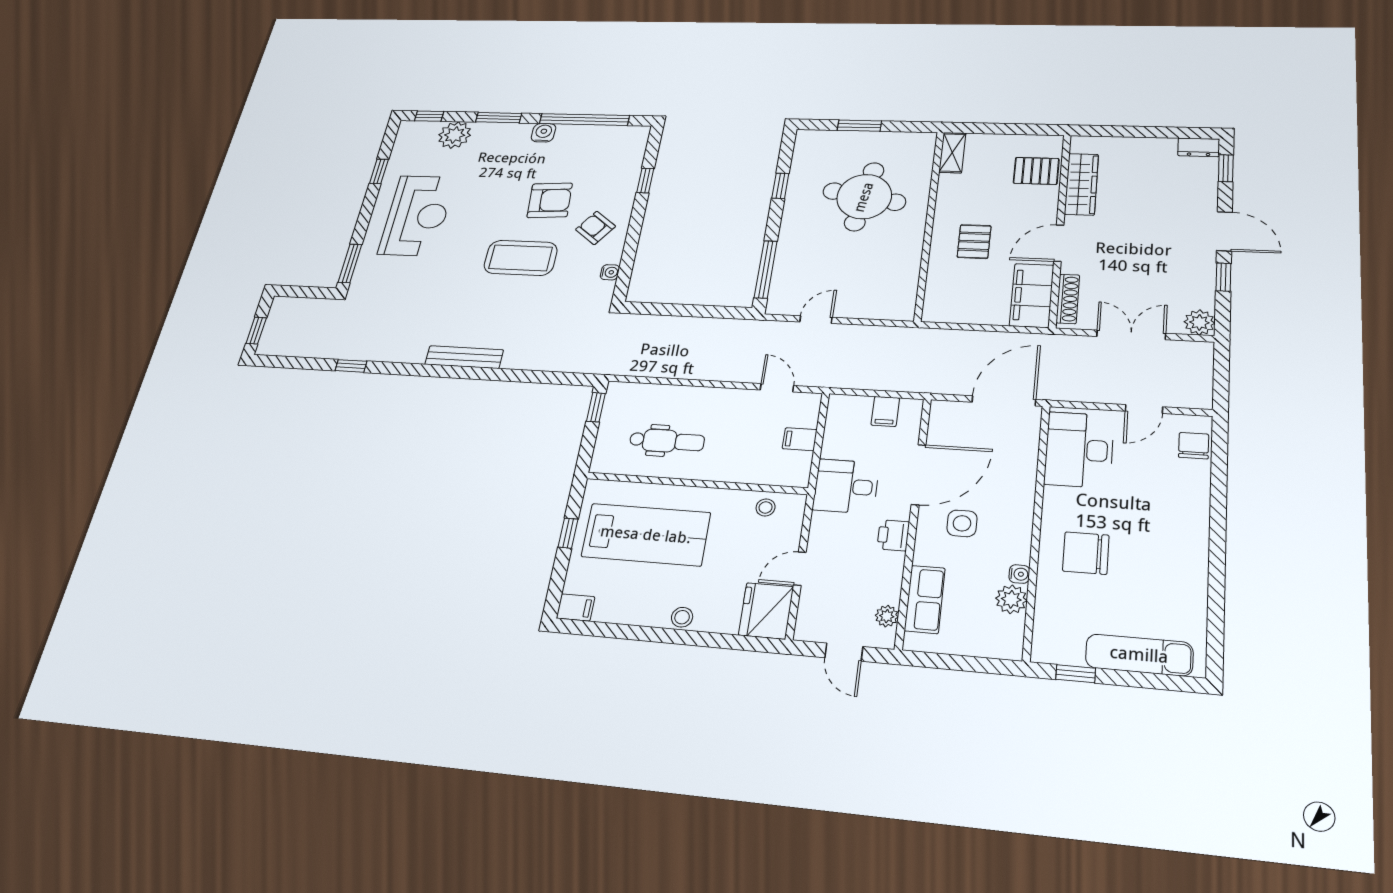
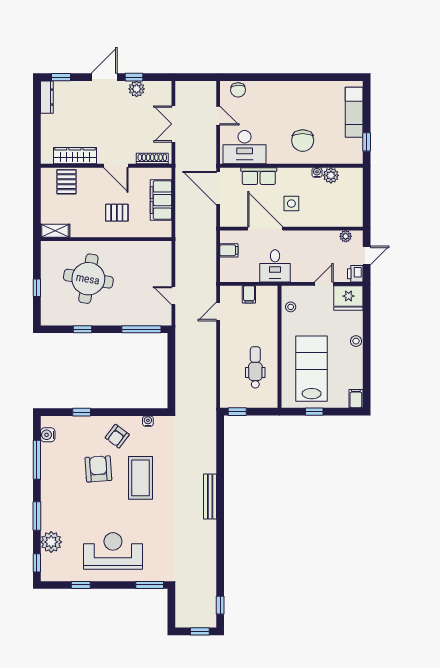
window: (584, 120) -> (37, 460), width x0.68
window: (859, 126) -> (37, 288), width x0.67
water cooler: (543, 133) -> (48, 435), moved
dresser: (1199, 147) -> (47, 97), width x1.44
filing cabinet: (1032, 295) -> (161, 200), moved, turned 90
plant: (1199, 322) -> (137, 89), moved
window: (351, 366) -> (220, 605), moved
chair: (1194, 446) -> (238, 90), turned -92
printer: (893, 535) -> (355, 274), moved, turned 90
door: (800, 569) -> (324, 284), swing flipped
row of seats: (925, 599) -> (259, 176), moved, turned 180

